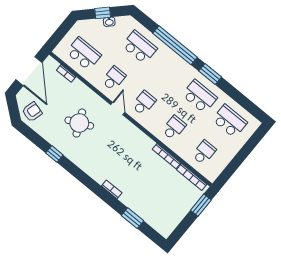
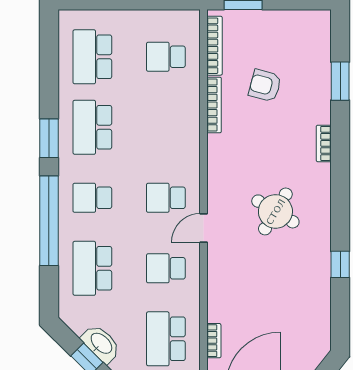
washbasin: (109, 22) -> (101, 344), width x1.91, depth x1.45
armchair: (32, 112) -> (265, 86), moved
round table: (79, 123) -> (275, 211), moved, turned -34
school desk: (174, 128) -> (92, 198), moved

